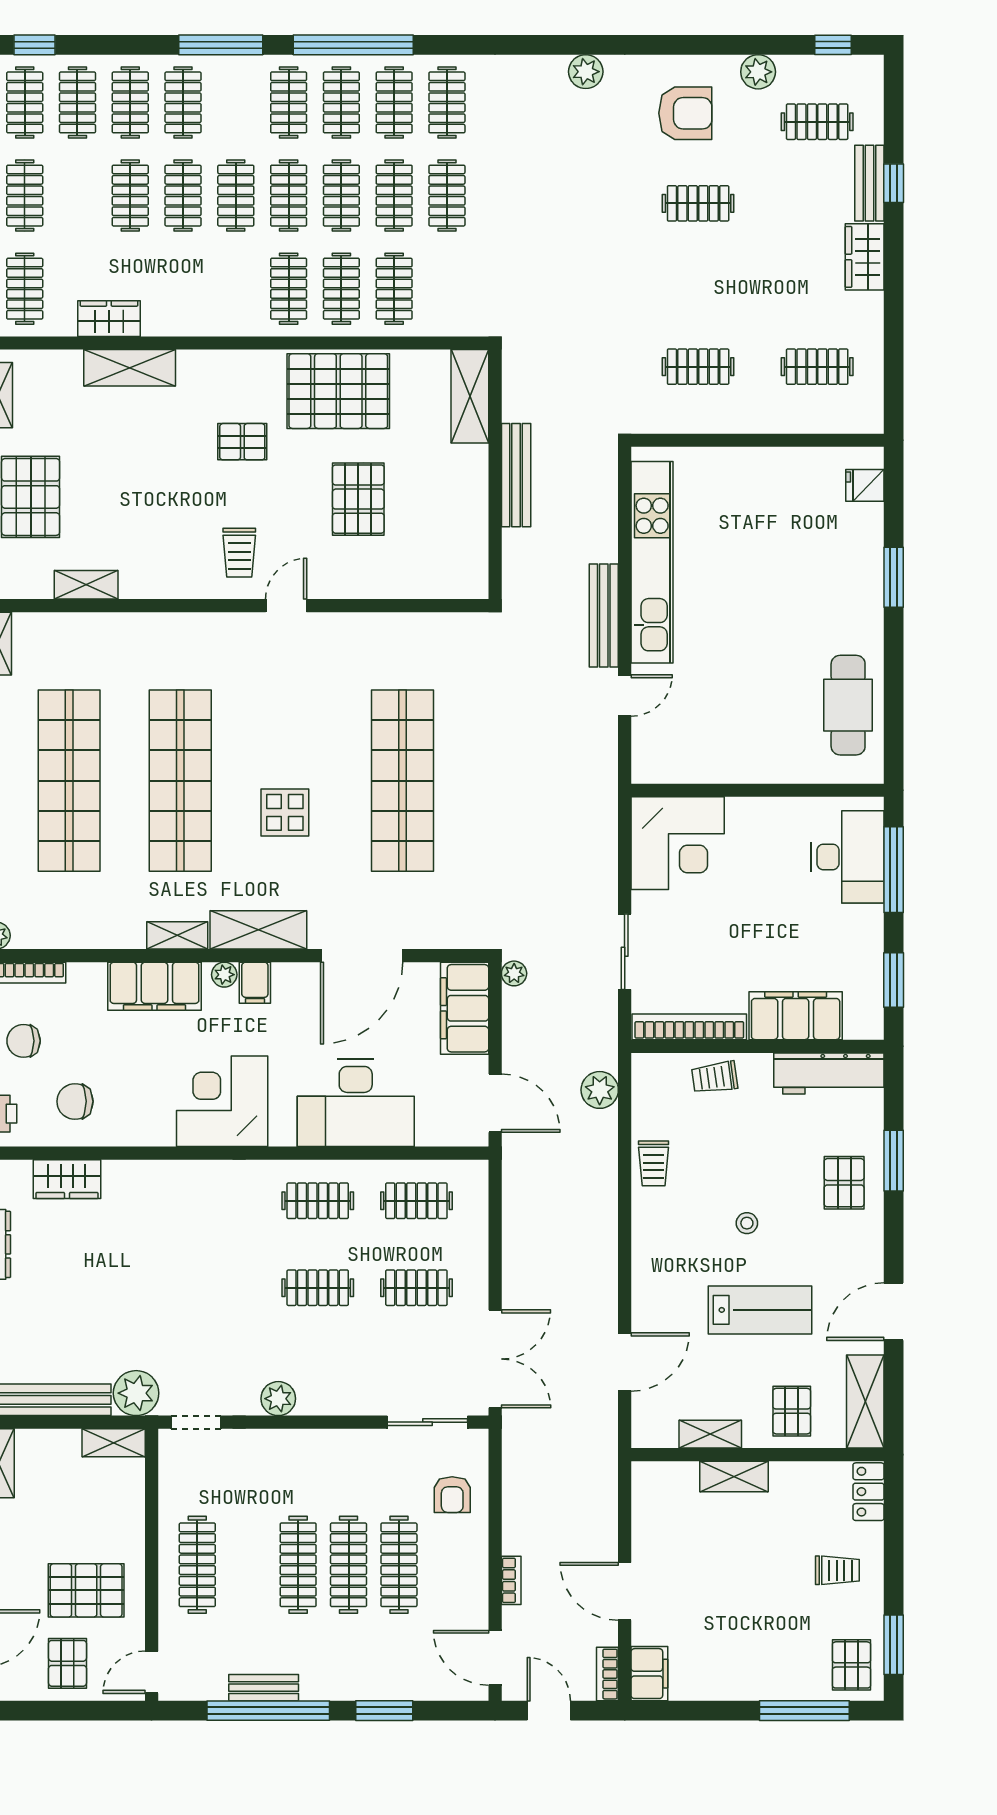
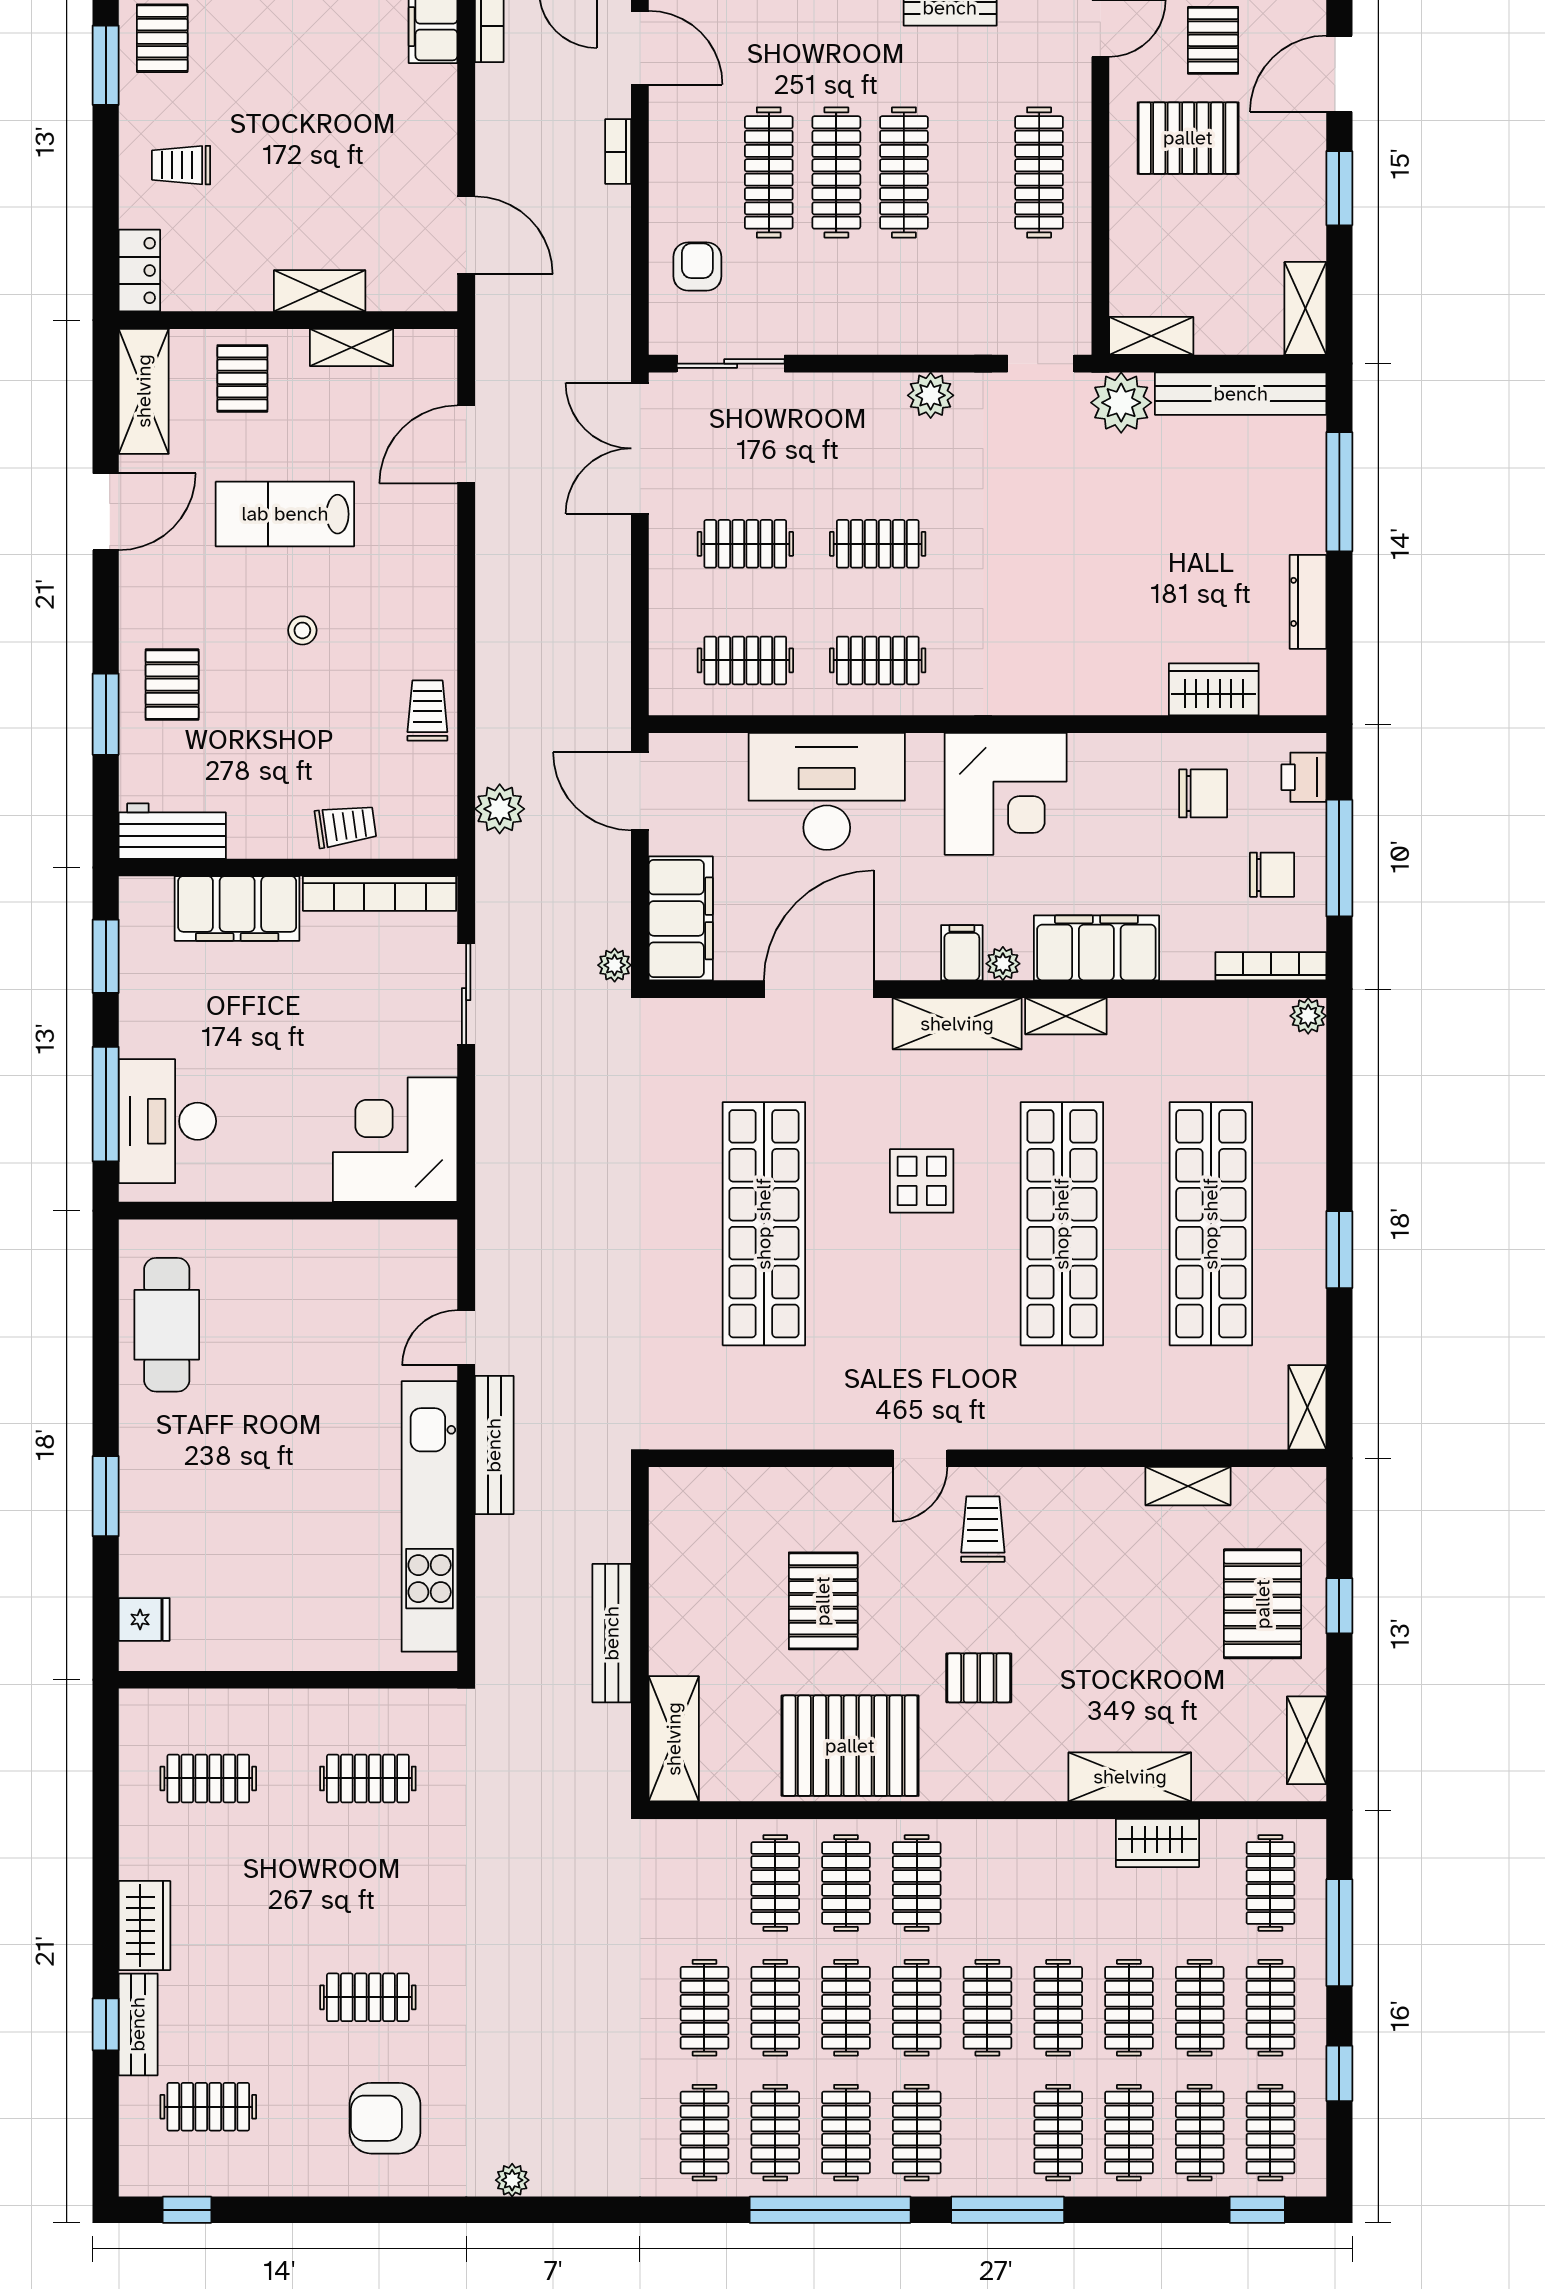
plant: (586, 72) -> (512, 2180), width x0.73, depth x0.73
plant: (758, 72) -> (287, 2174), removed
clothes rail: (77, 196) -> (1200, 2008), added
workbench: (829, 1073) -> (172, 831), width x0.73
door: (625, 1591) -> (466, 235), moved

